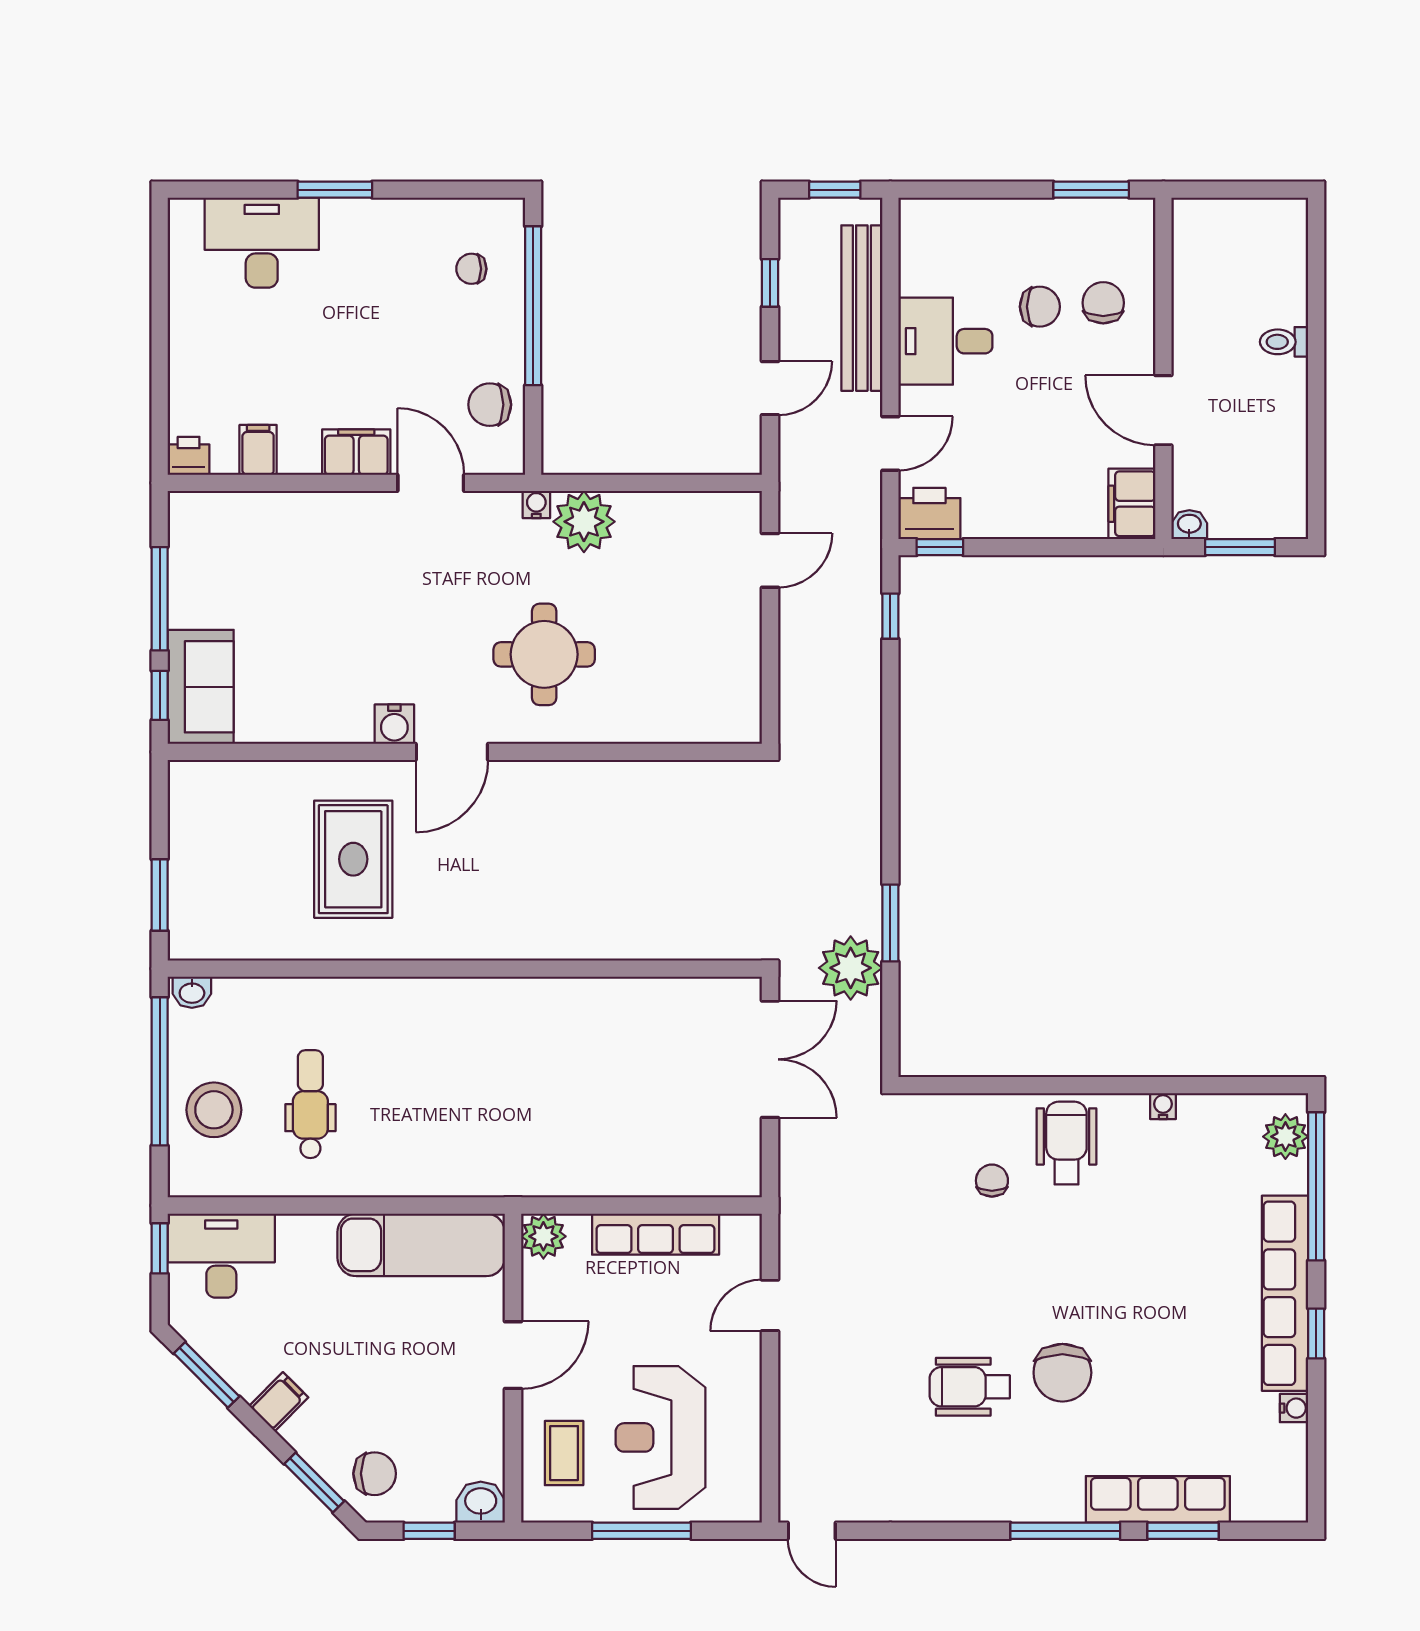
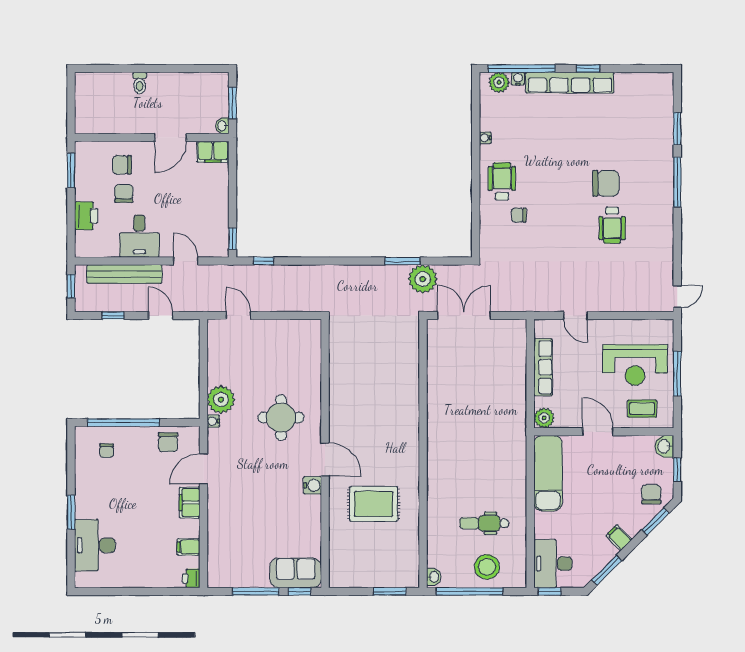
printer: (929, 513) -> (86, 216), moved, turned 180
wheelchair: (1066, 1143) -> (502, 181), turned 90
water cooler: (1294, 1408) -> (518, 79), moved
row of seats: (1158, 1499) -> (663, 140), removed

